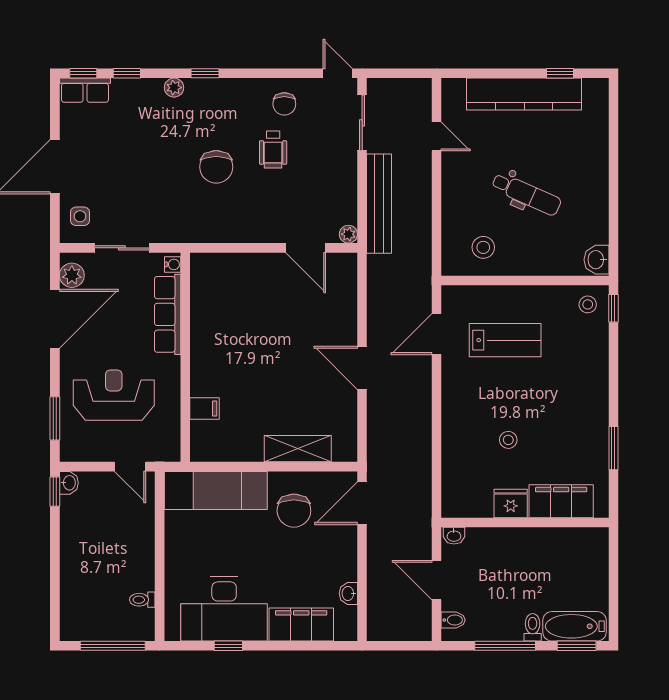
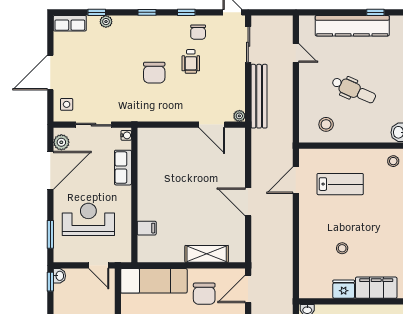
window: (83, 73) -> (186, 12), moved
plant: (174, 88) -> (106, 22), moved
row of seats: (168, 314) -> (123, 168), width x0.68

